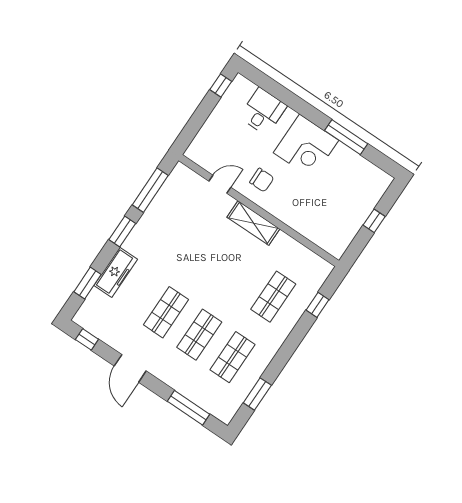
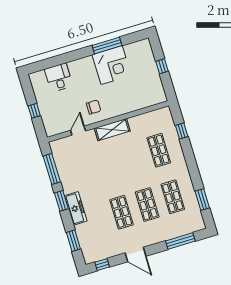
window: (221, 86) -> (34, 111), moved
corner desk: (306, 147) -> (112, 65), moved
freezer: (116, 272) -> (76, 208), moved

